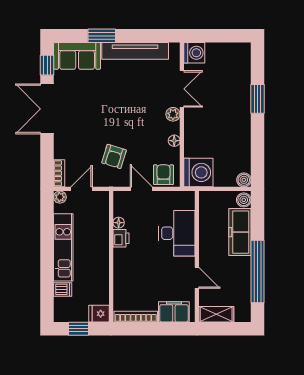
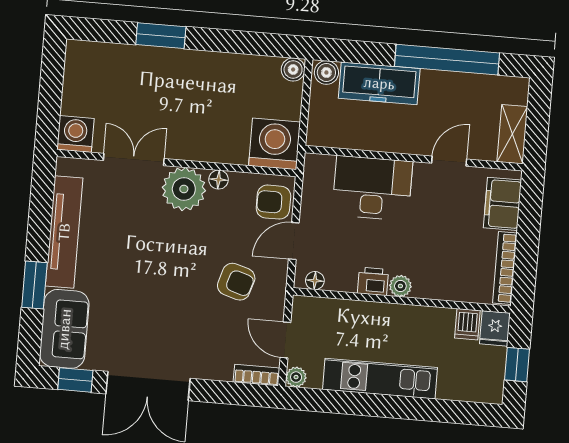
plant: (173, 114) -> (184, 189), width x1.87, depth x1.87
floor lamp: (119, 223) -> (315, 281), moved
plant: (120, 255) -> (400, 286), added
dishwasher: (63, 289) -> (467, 324), moved, turned 180

